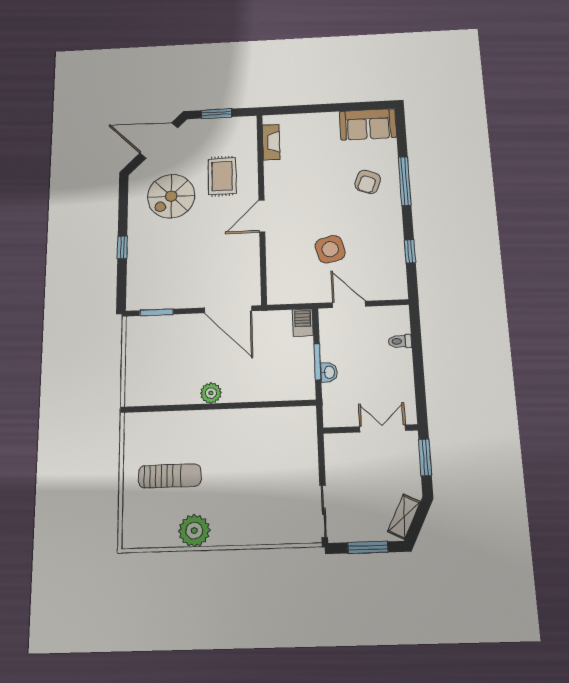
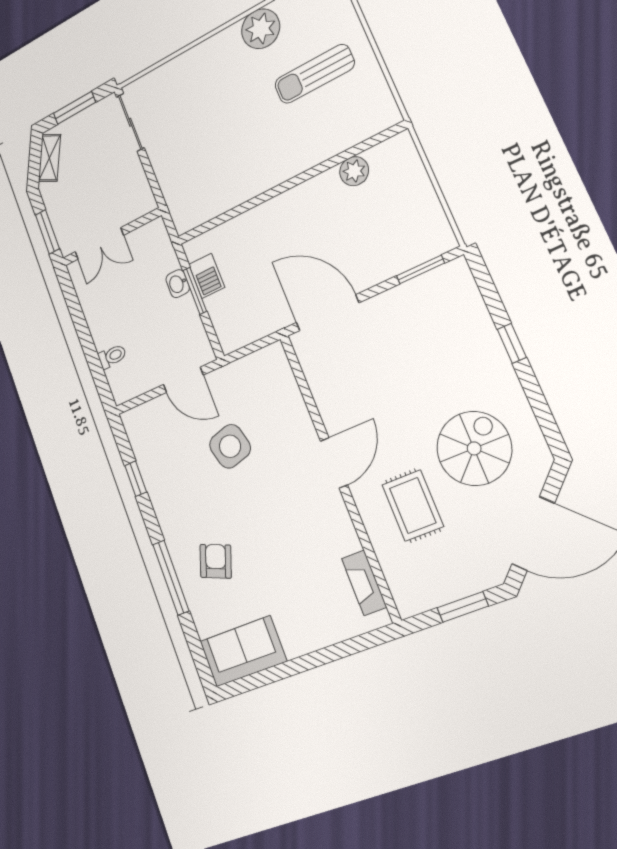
barbecue: (303, 323) -> (207, 276), moved
plant: (211, 393) -> (354, 171), moved

